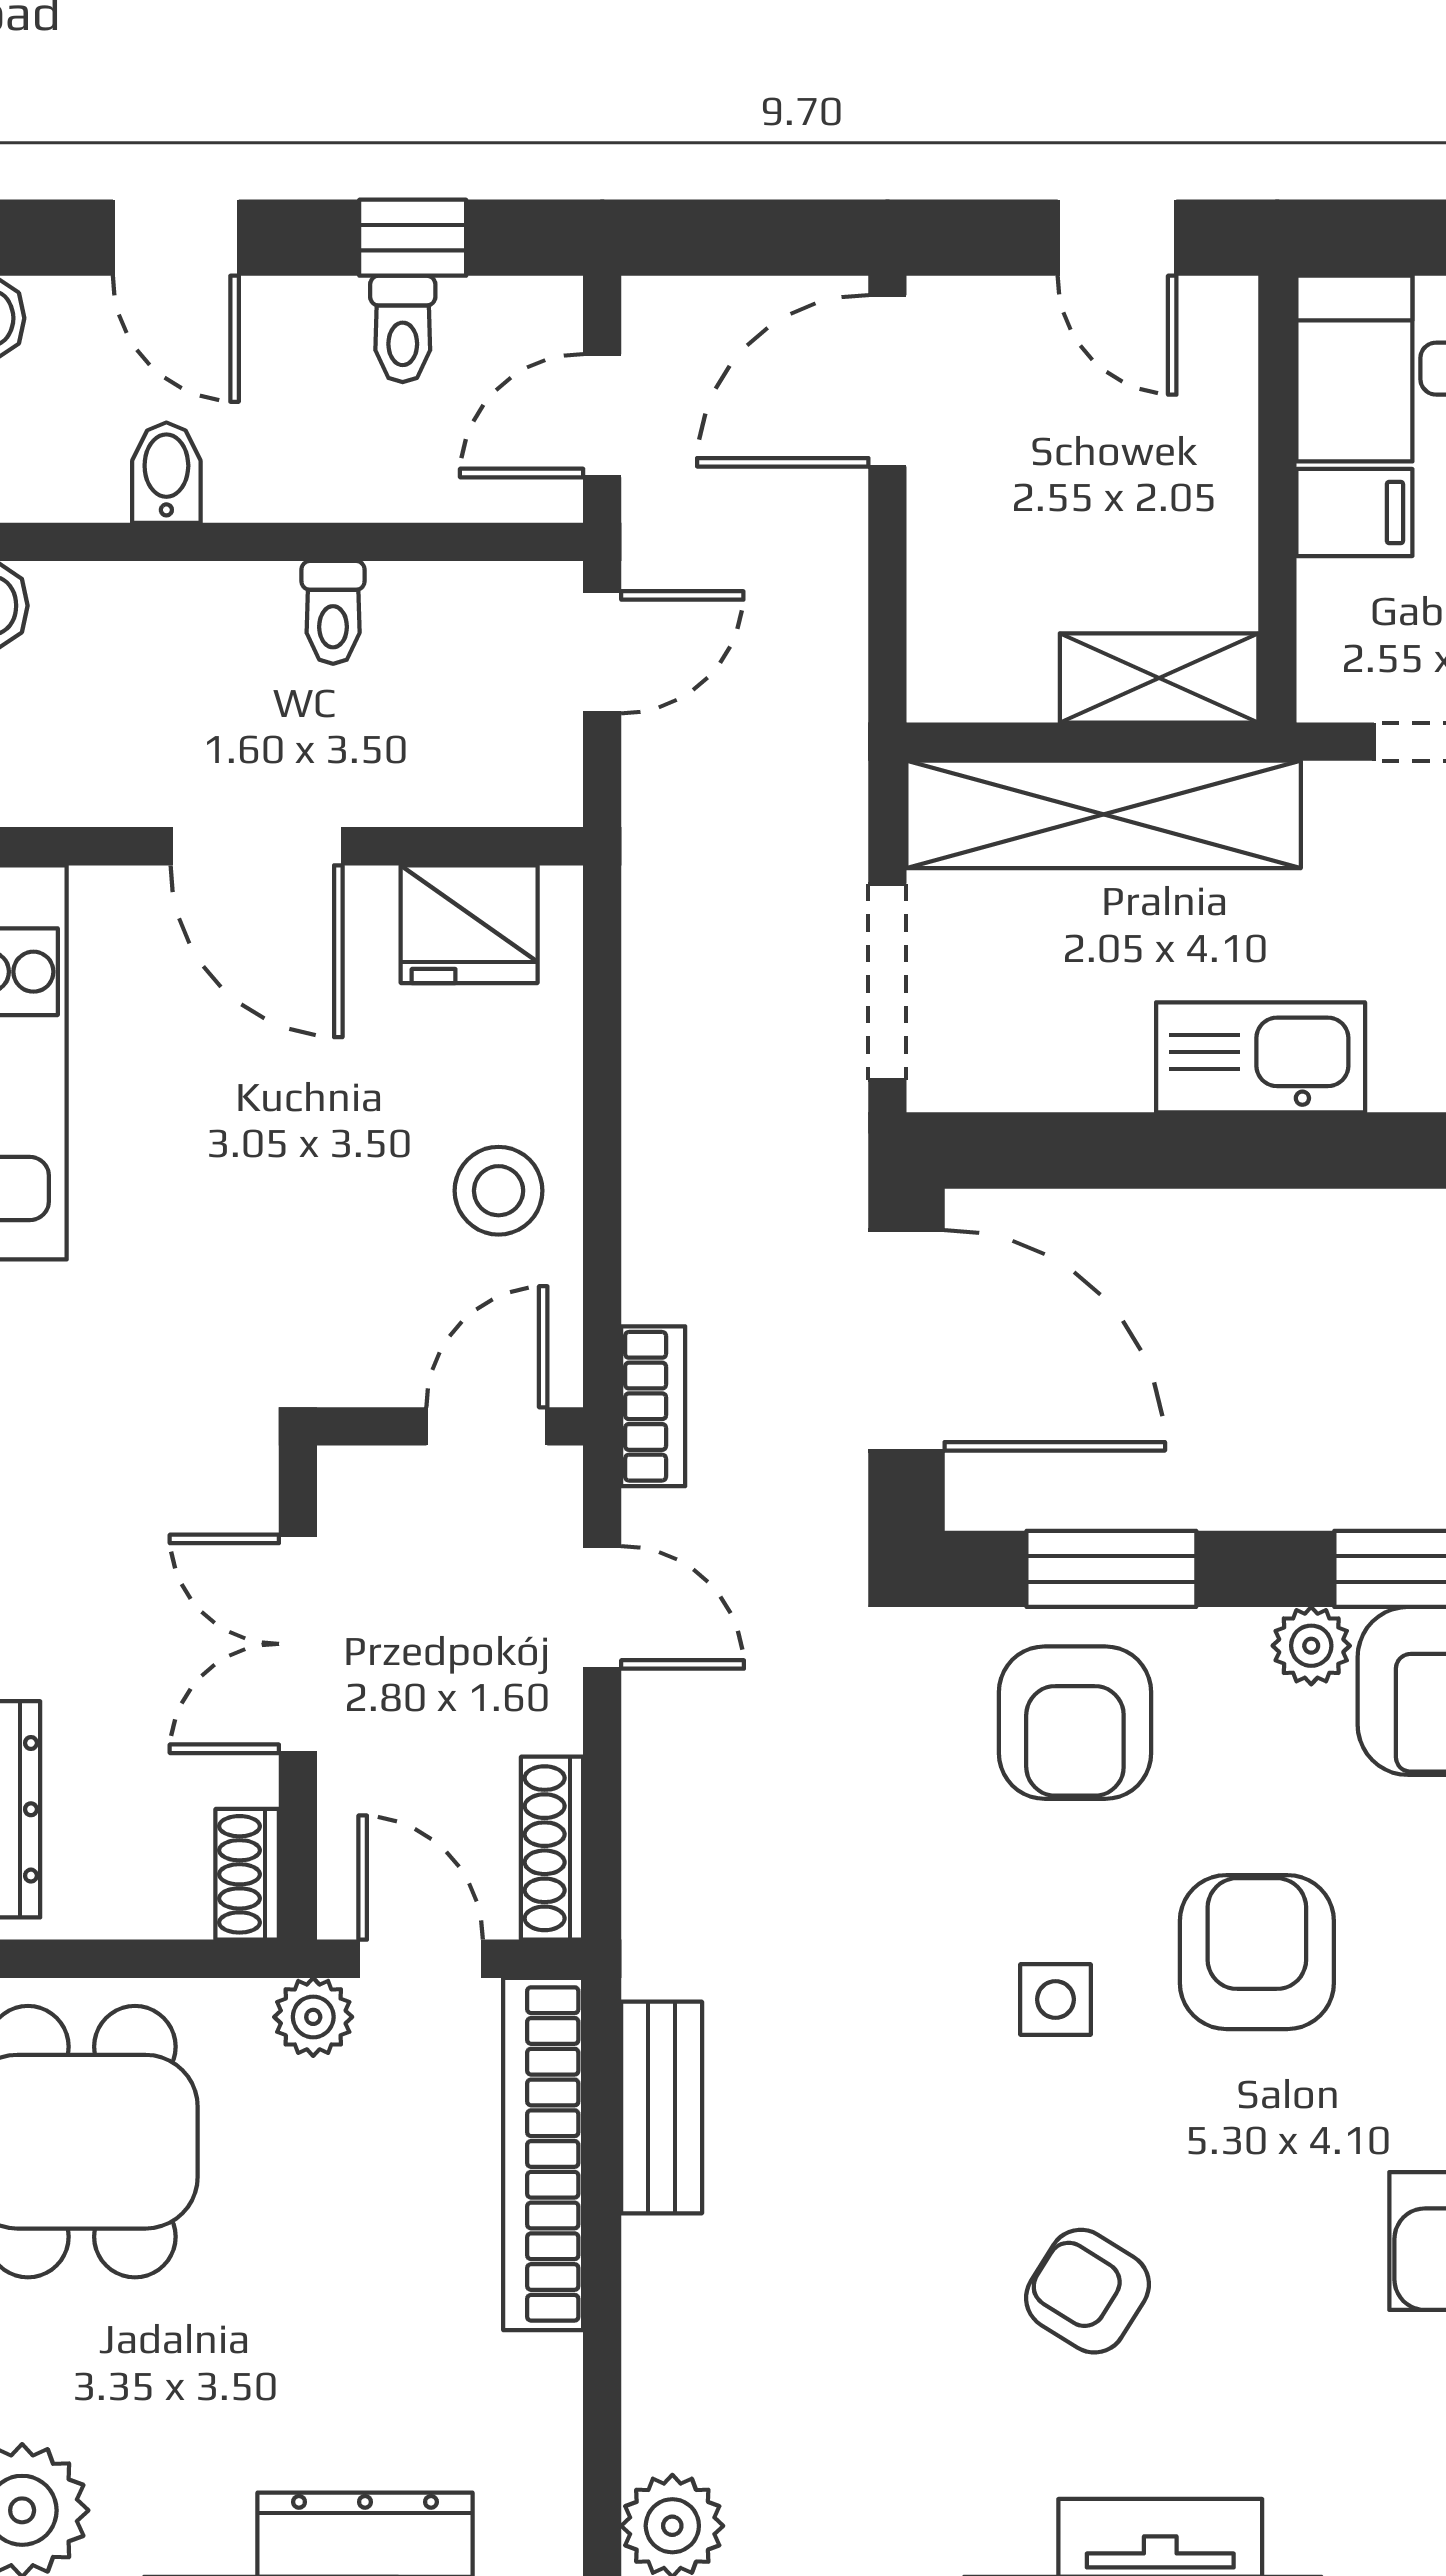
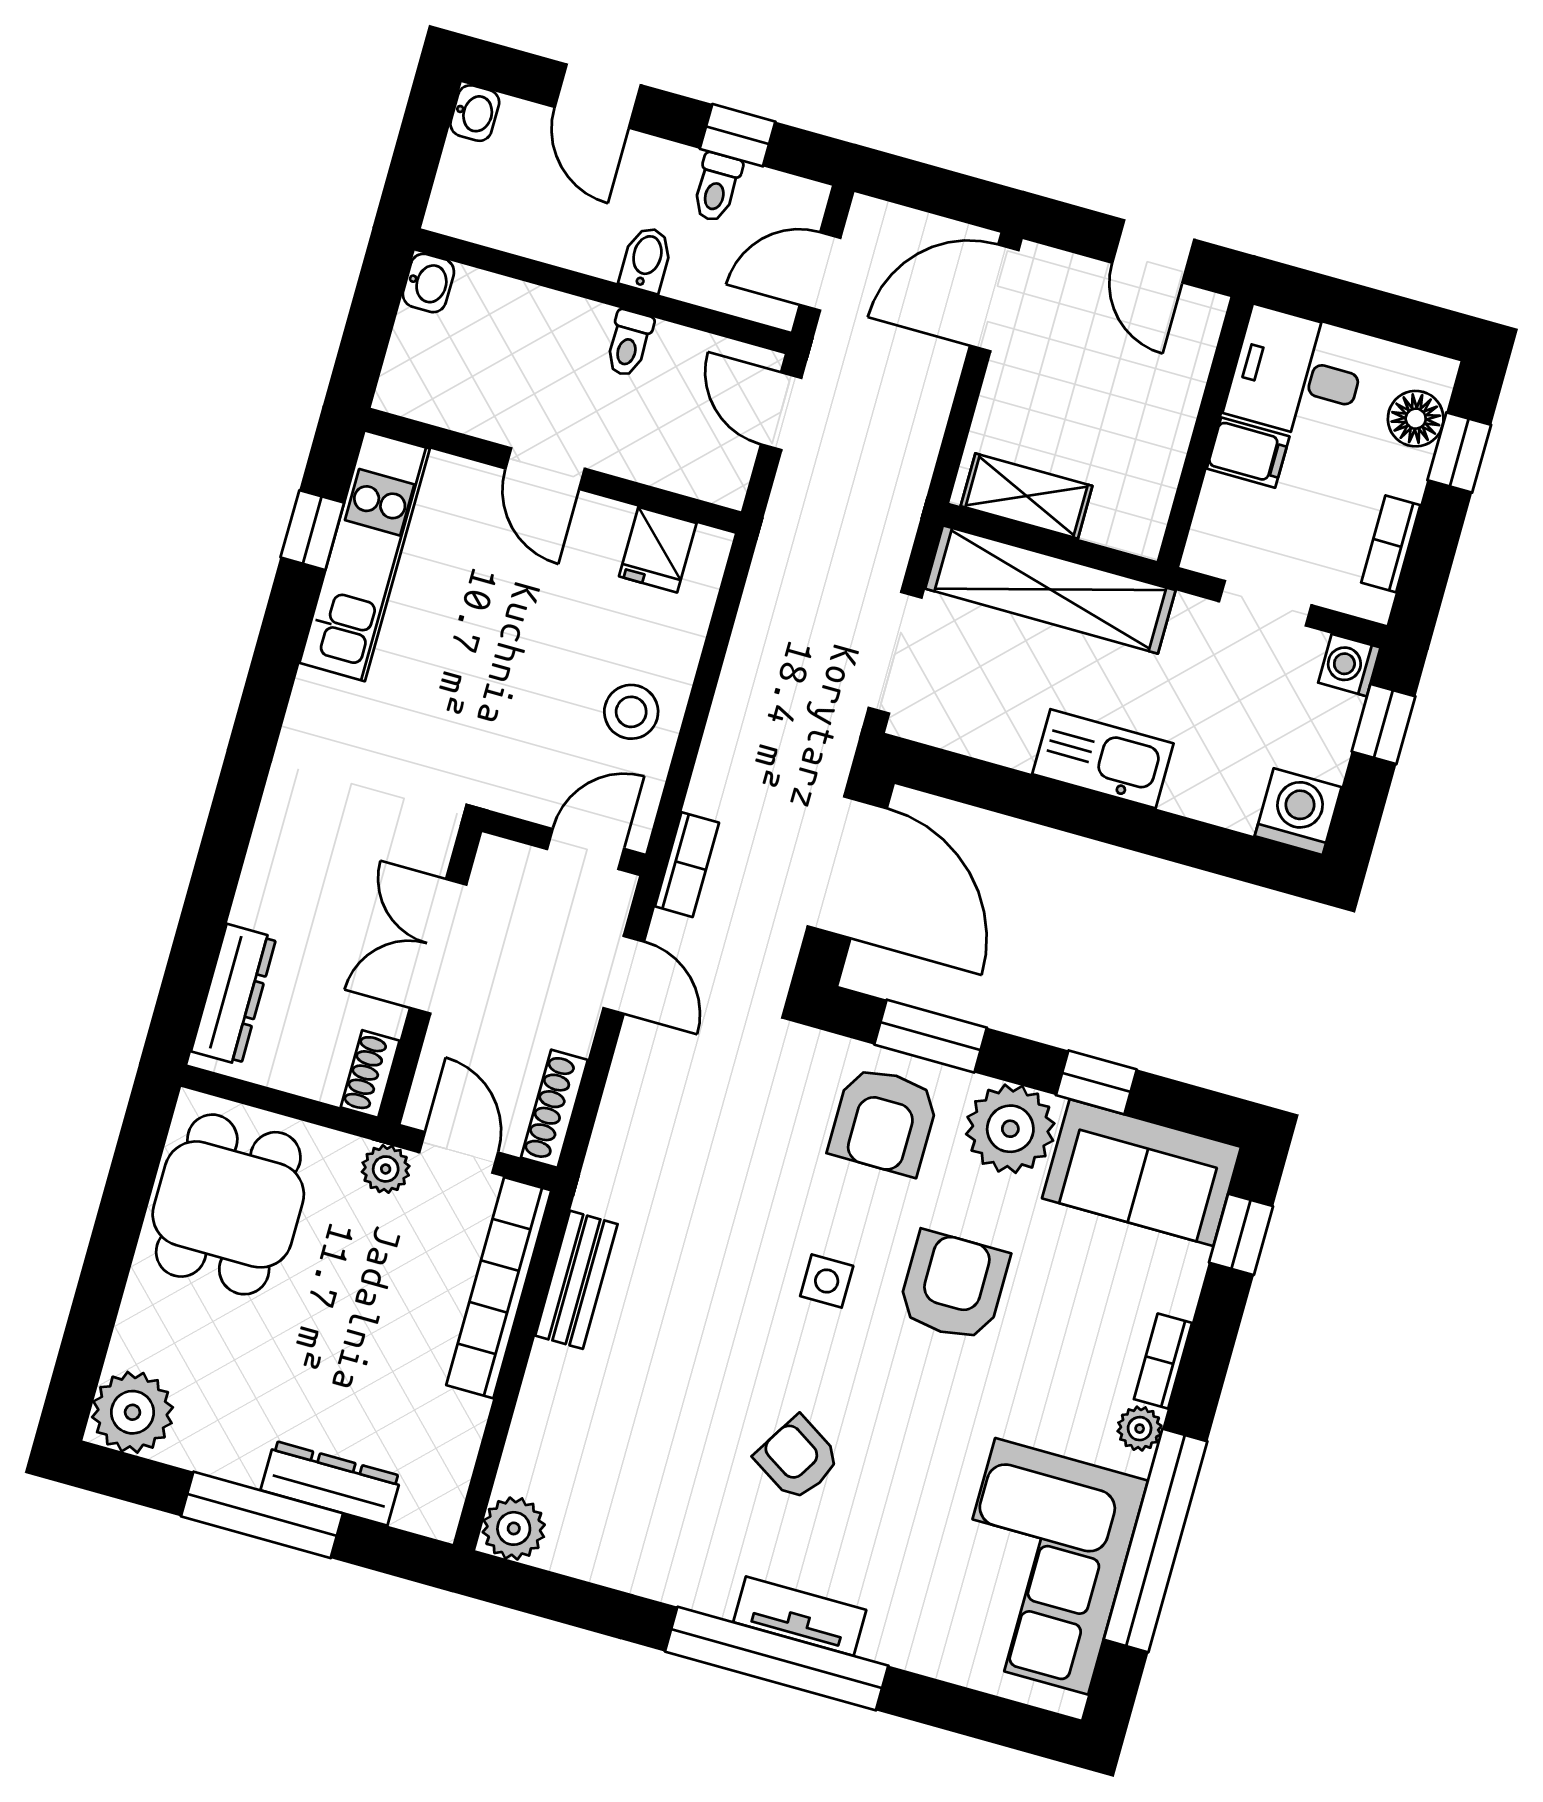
bidet: (166, 473) -> (646, 259), moved
door: (602, 652) -> (781, 411), swing flipped
shelving: (1159, 678) -> (1027, 496), moved
door: (257, 846) -> (545, 469), width x0.73
fridge: (469, 924) -> (658, 550), width x0.72
plant: (1311, 1646) -> (1010, 1129), width x1.88, depth x1.88

